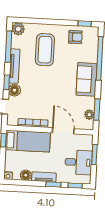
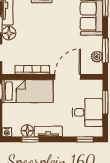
door: (63, 131) -> (68, 77), hinge flipped
window: (53, 184) -> (30, 139), moved

